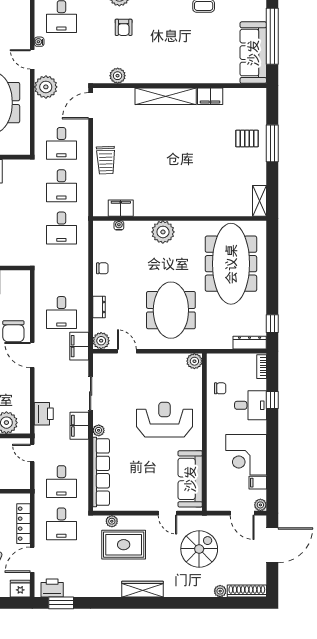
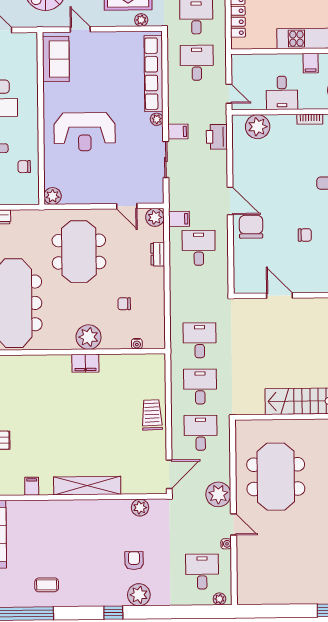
filing cabinet: (210, 96) -> (32, 486), width x0.50
filing cabinet: (121, 208) -> (85, 363), moved
chair: (102, 268) -> (124, 304), moved
filing cabinet: (79, 346) -> (179, 219), width x0.50
filing cabinet: (79, 426) -> (178, 132), width x0.50
sofa: (190, 479) -> (56, 59), width x0.73

